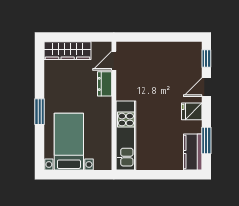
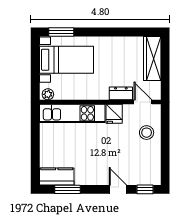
stool: (146, 57) -> (147, 133), added
fridge: (192, 111) -> (114, 114), moved, turned 180
window: (40, 112) -> (61, 32), moved
plant: (106, 161) -> (48, 94), added

